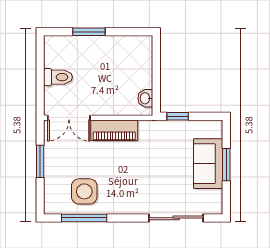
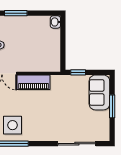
washbasin: (145, 98) -> (55, 22), moved
sofa: (208, 164) -> (99, 92), moved

